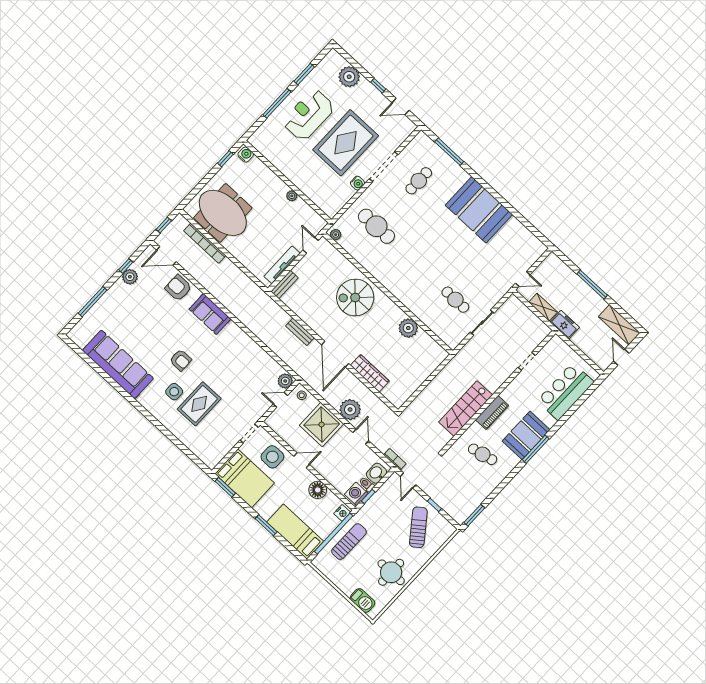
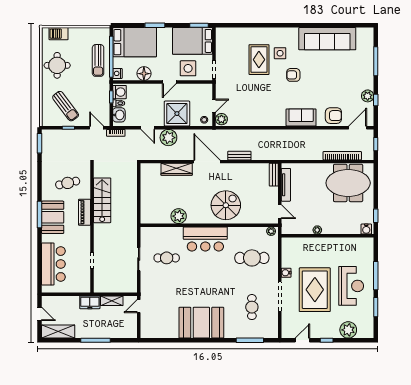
bar counter: (403, 284) -> (205, 239), added
bed: (295, 532) -> (135, 42), width x1.50

